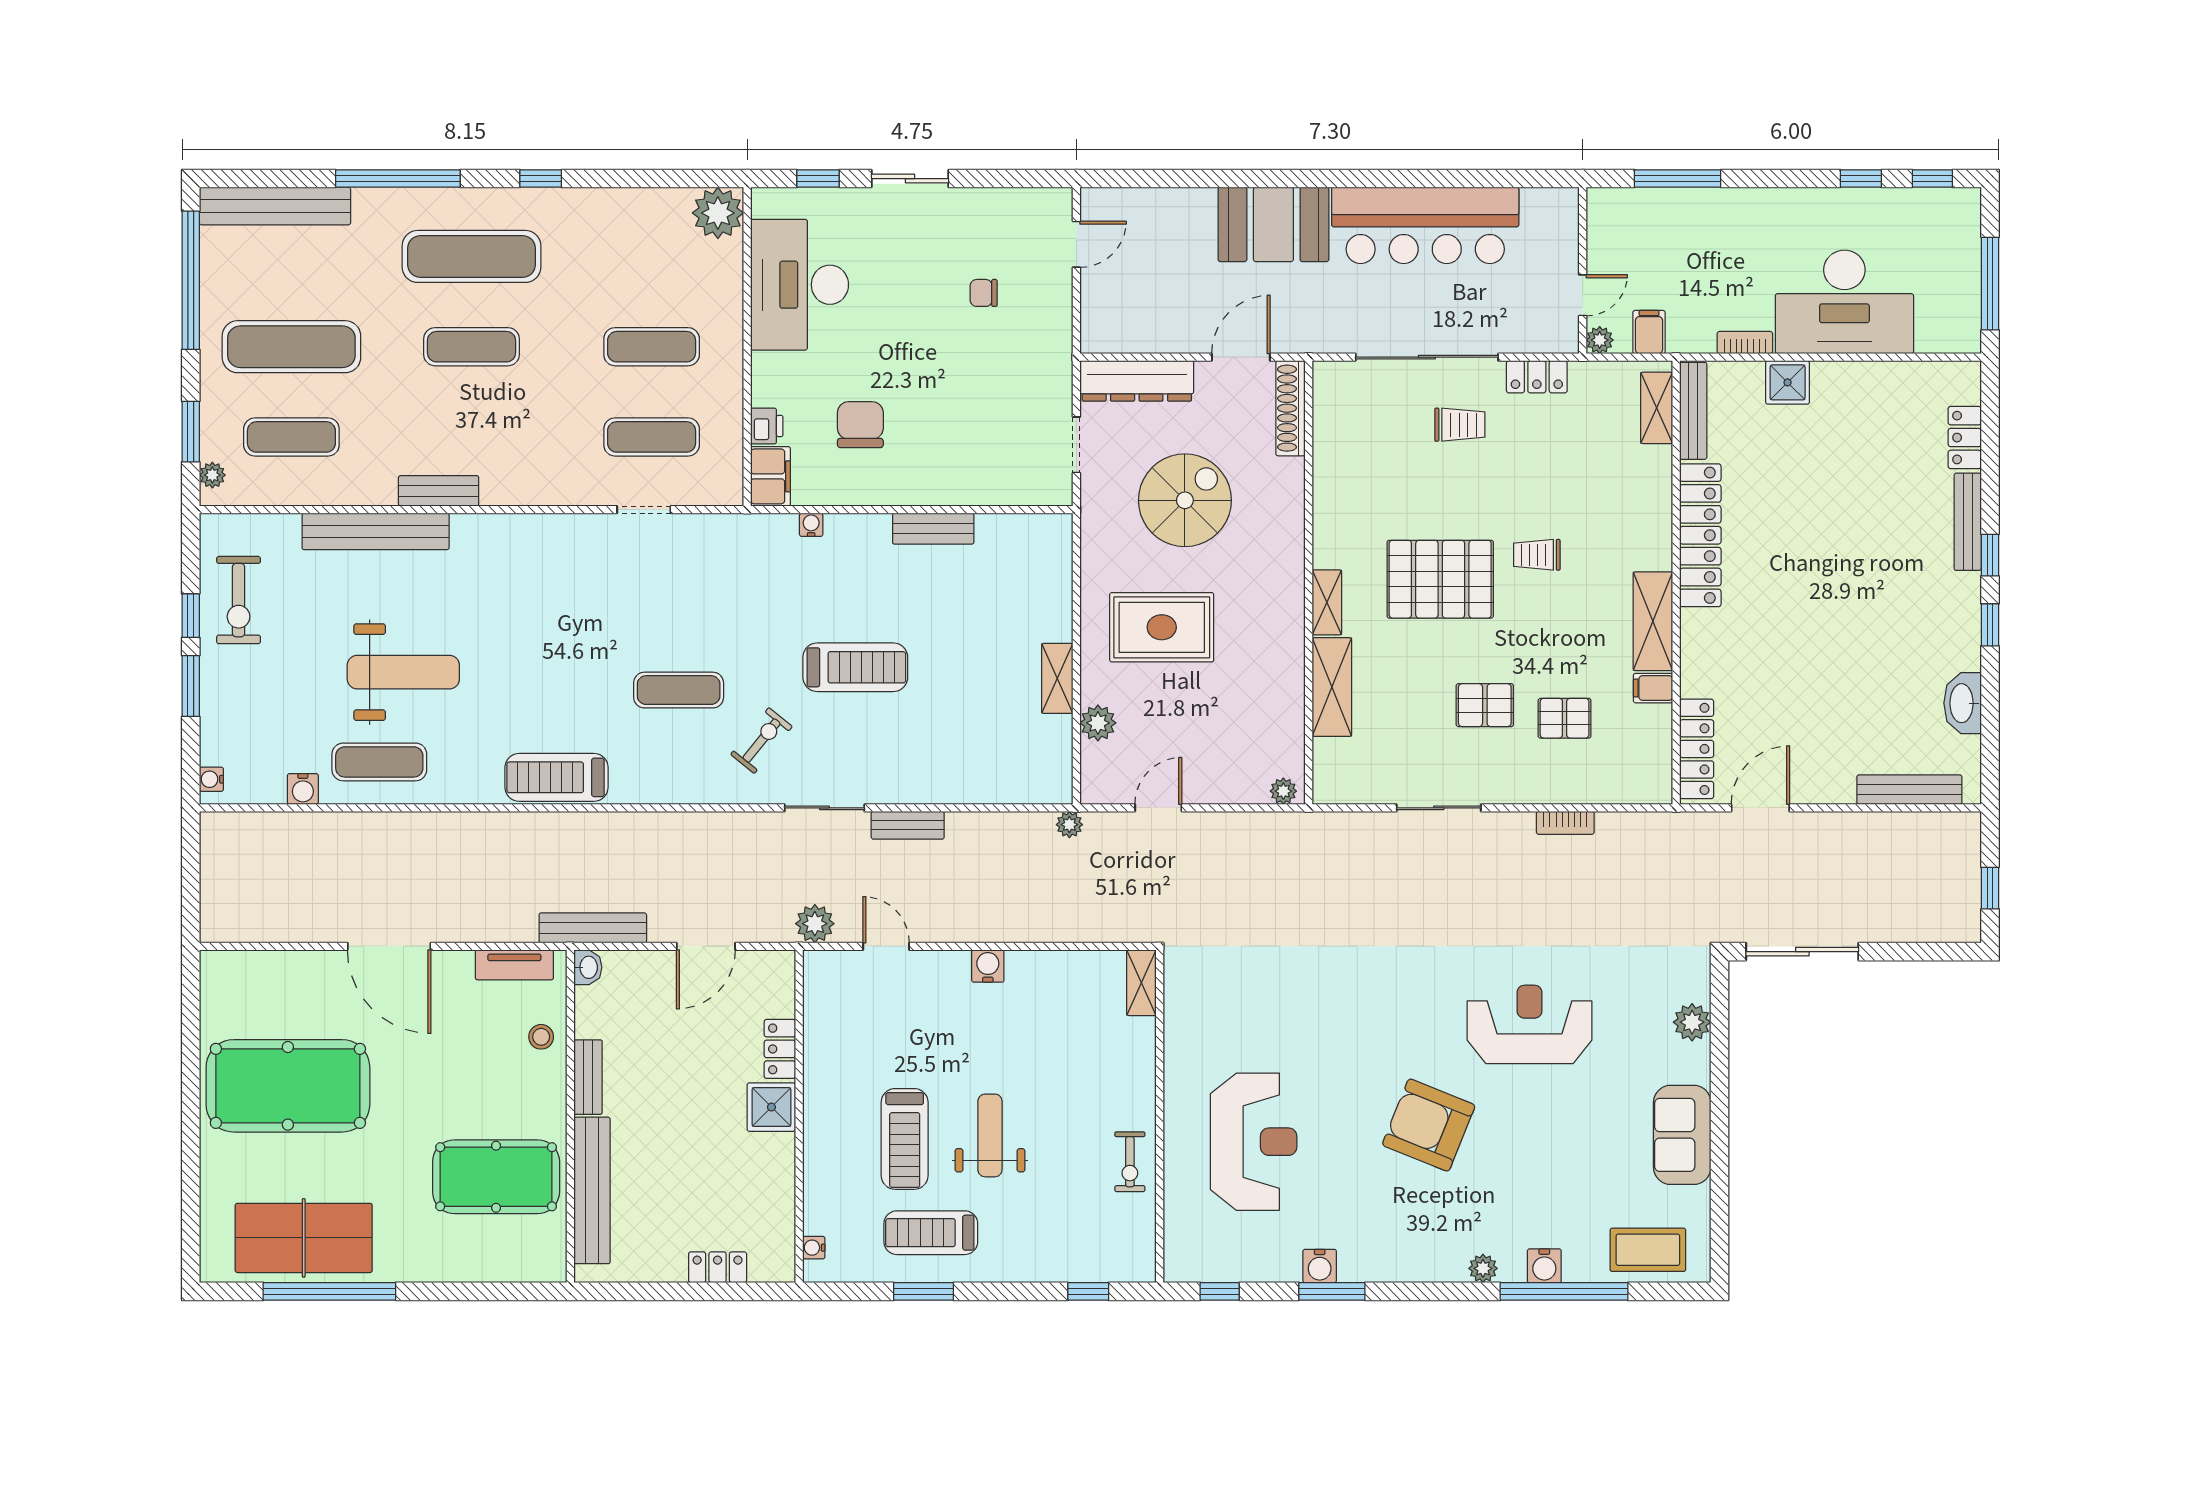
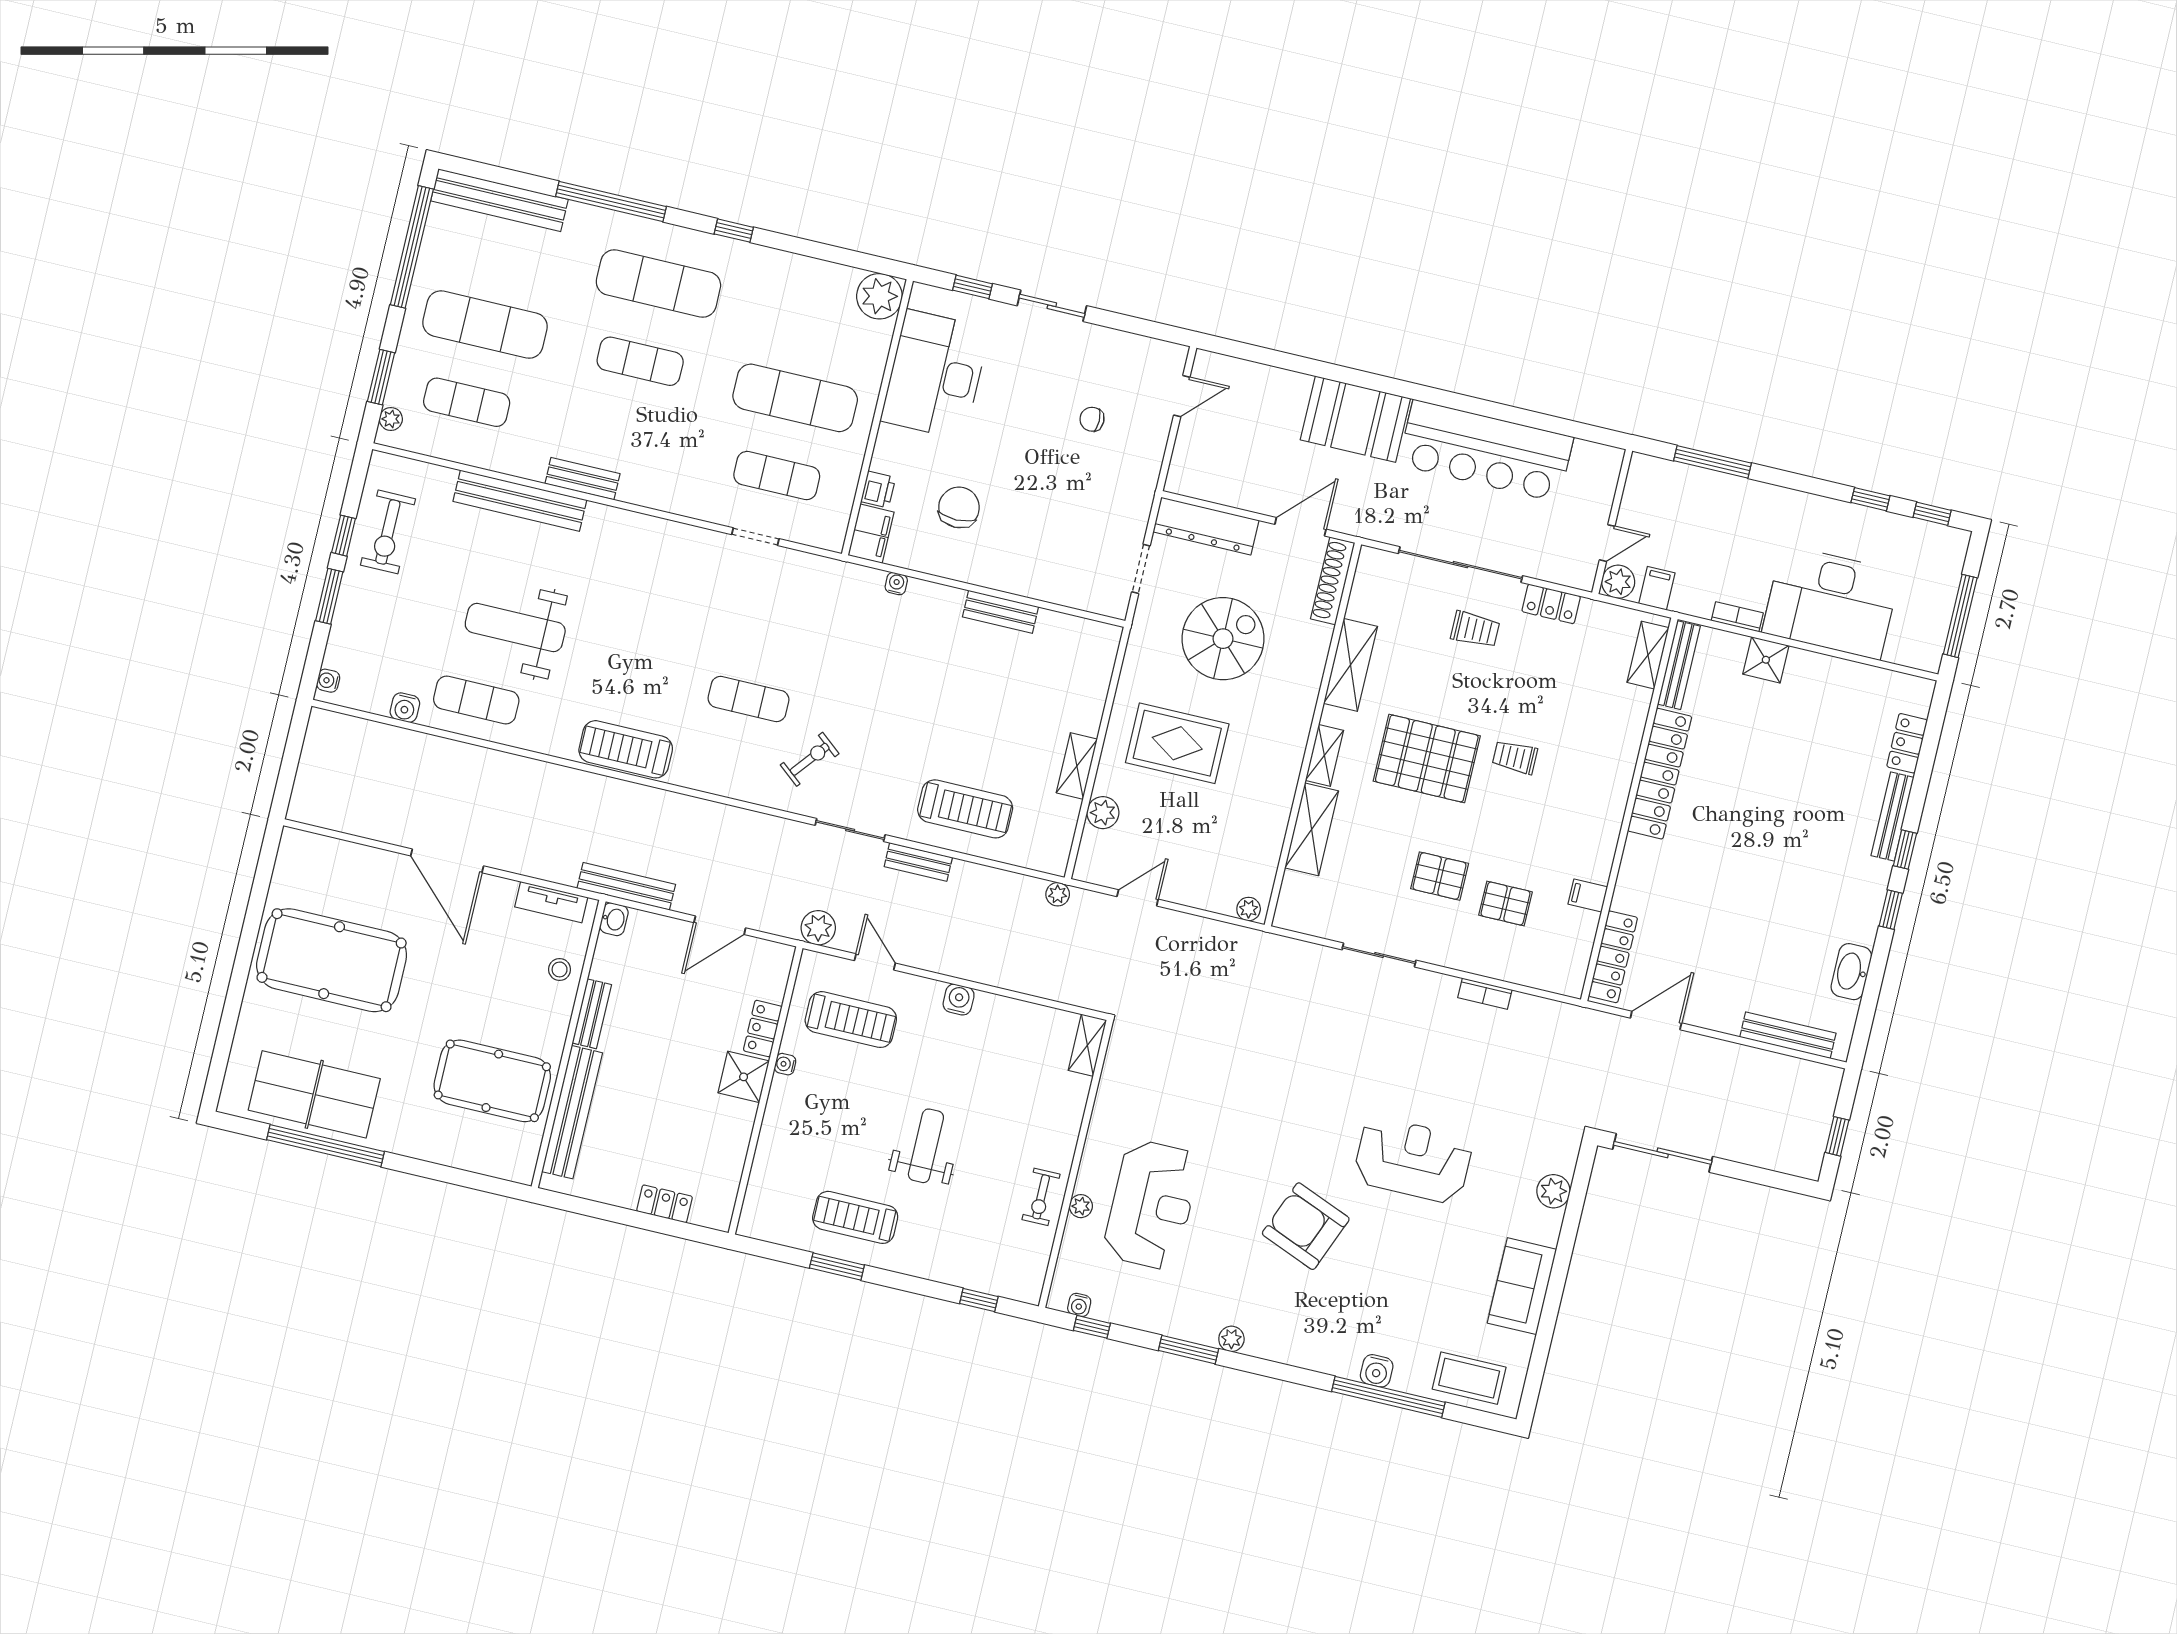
plant: (1600, 340) -> (1618, 582), width x1.38, depth x1.38
exercise mat: (652, 347) -> (795, 398), width x1.36, depth x1.45
shelving: (1653, 621) -> (1350, 665), moved
treadmill: (855, 667) -> (965, 809), moved
weight bench: (403, 672) -> (515, 627), turned 180
treadmill: (905, 1139) -> (851, 1020), moved, turned -90
plant: (1176, 1162) -> (1081, 1206), added
water cooler: (814, 1248) -> (785, 1064), moved
water cooler: (1320, 1266) -> (1079, 1305), moved, width x0.72, depth x0.72
plant: (1483, 1268) -> (1231, 1339), moved

